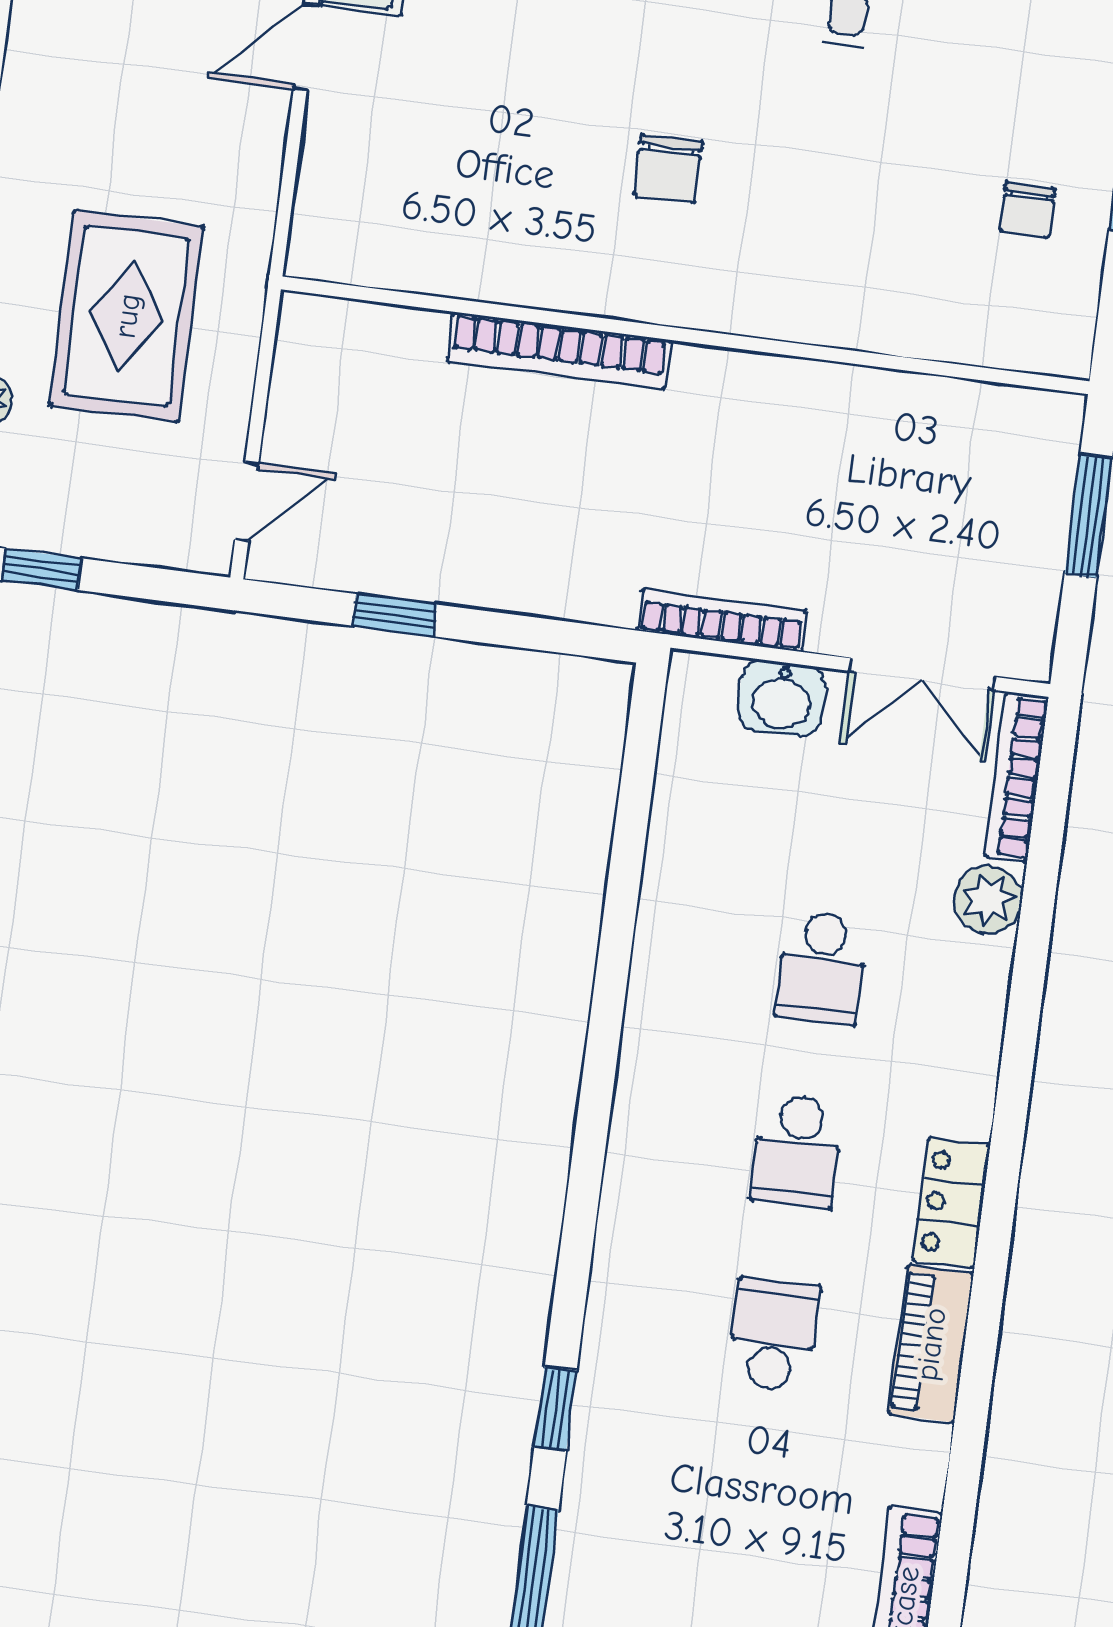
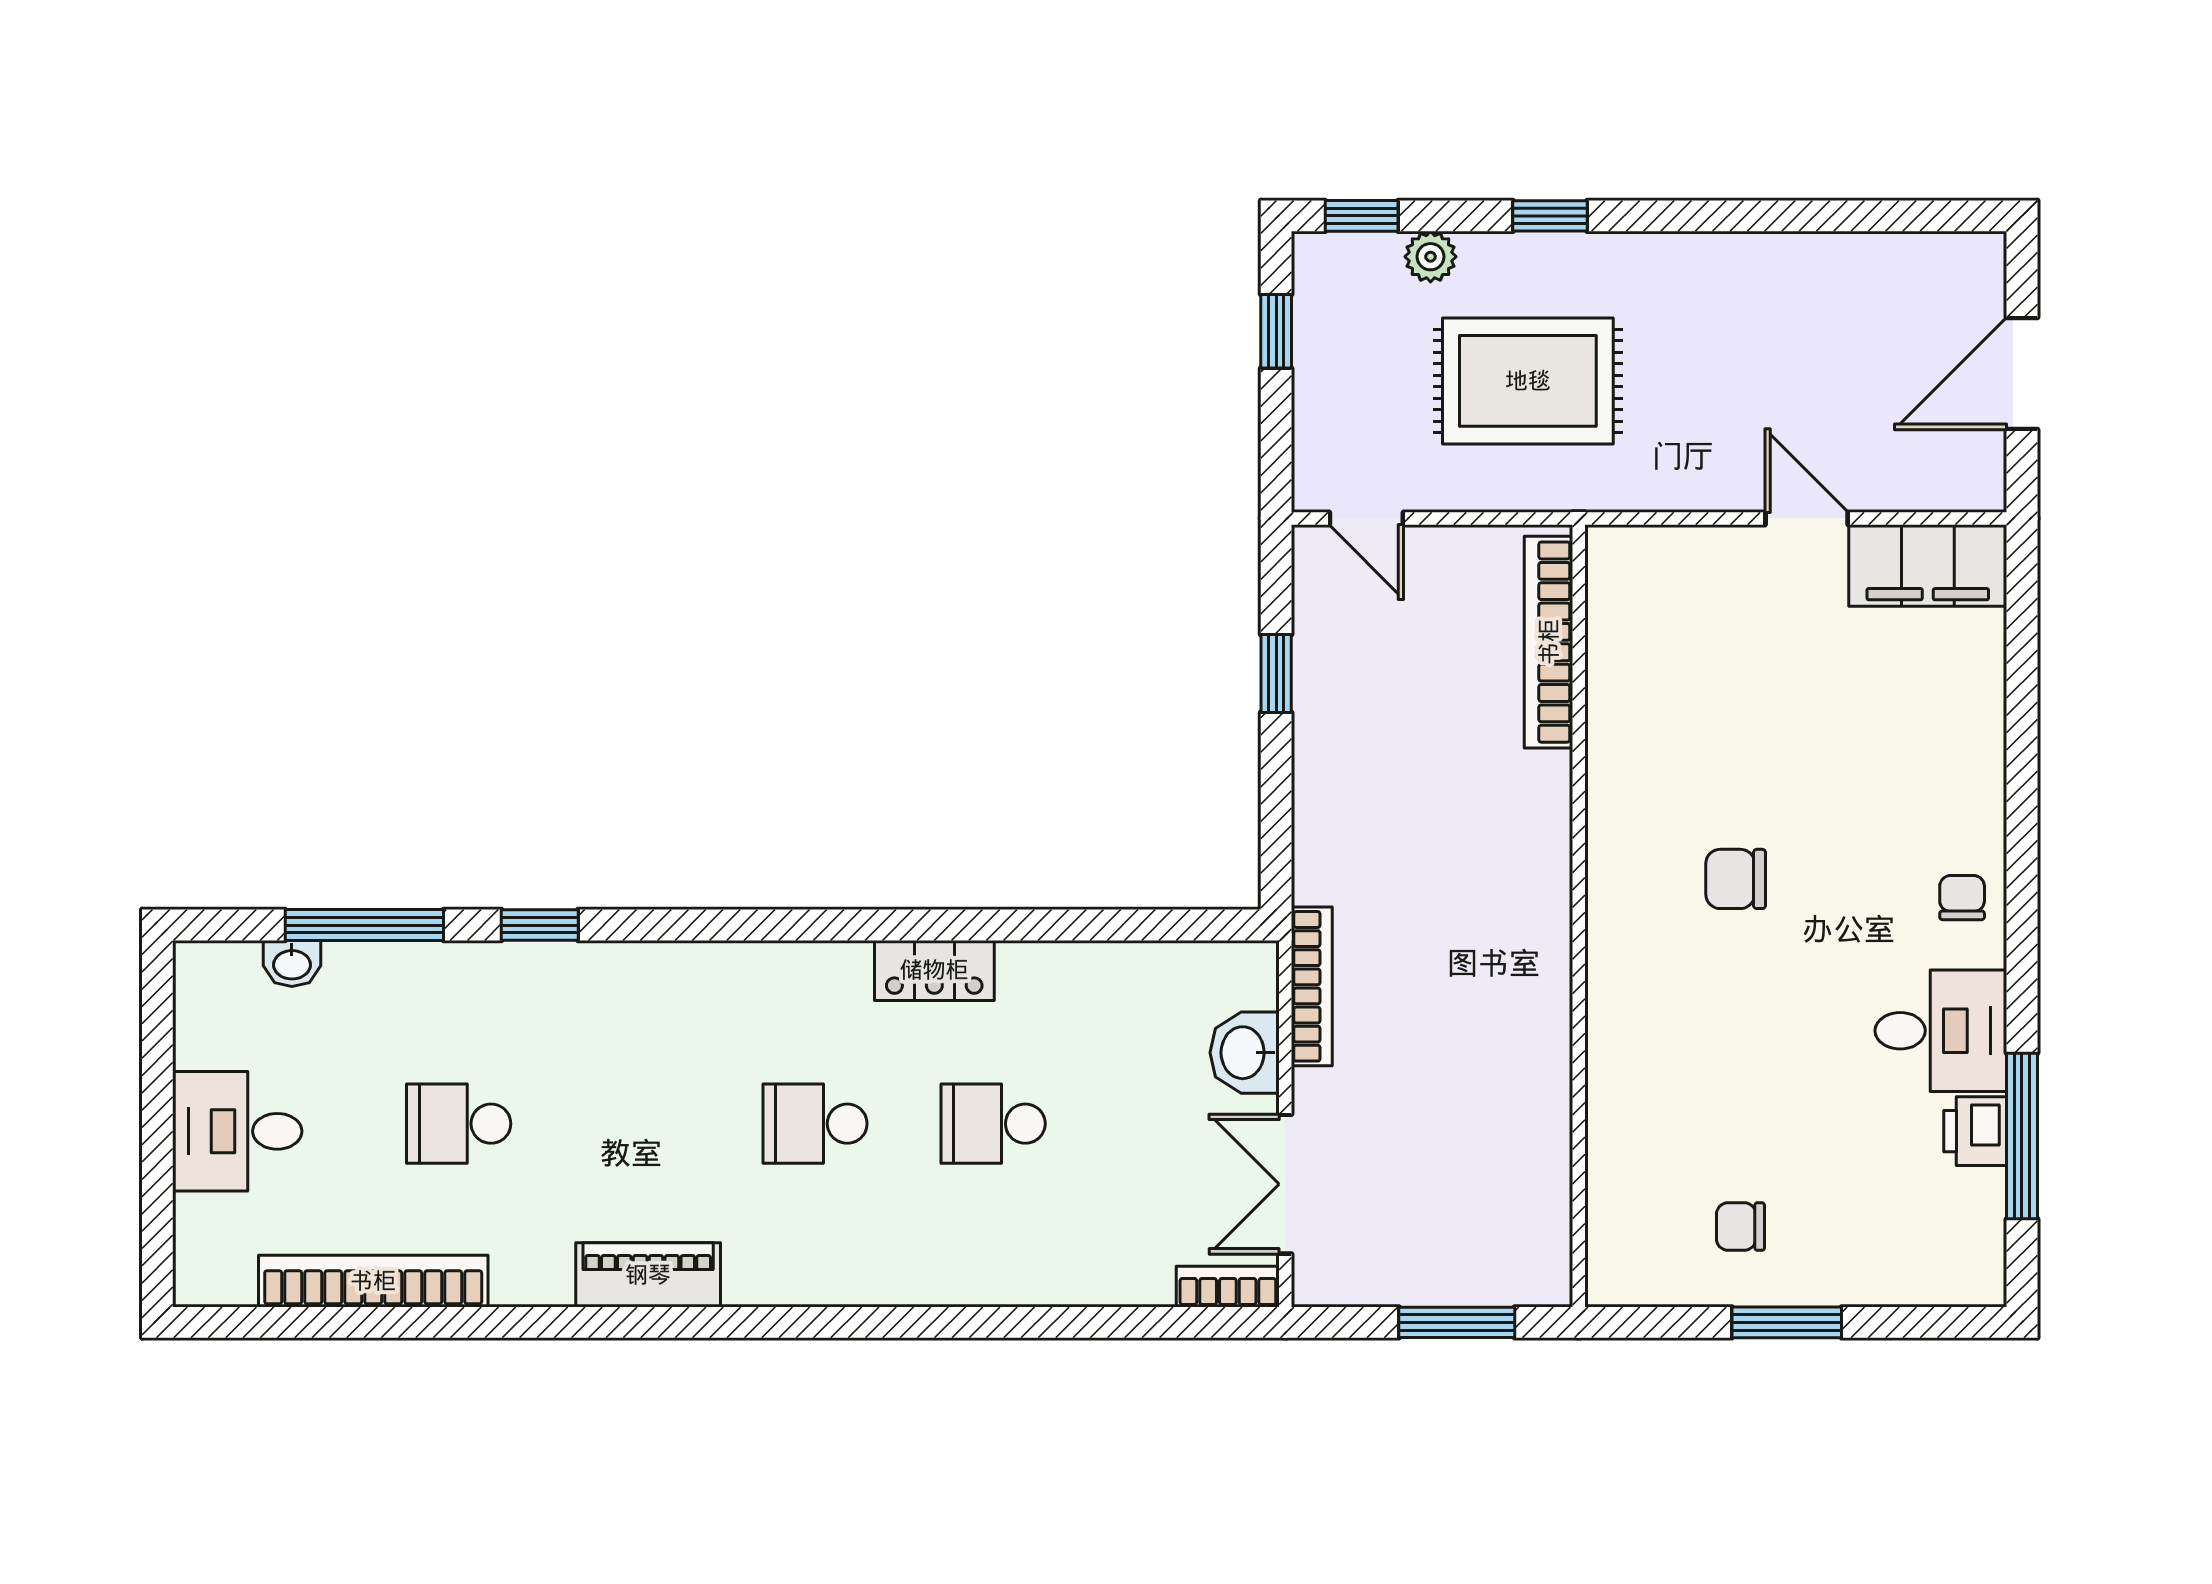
bookcase: (559, 351) -> (1549, 642), moved
bookcase: (1017, 777) -> (1228, 1287), width x0.64
plant: (988, 900) -> (1078, 1275), removed
locker: (951, 1203) -> (934, 970), moved, turned 180
school desk: (773, 1335) -> (459, 1124), moved, turned 180

